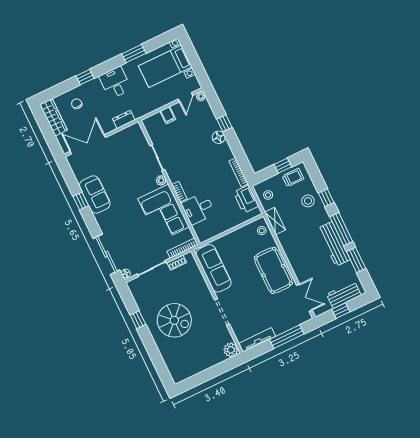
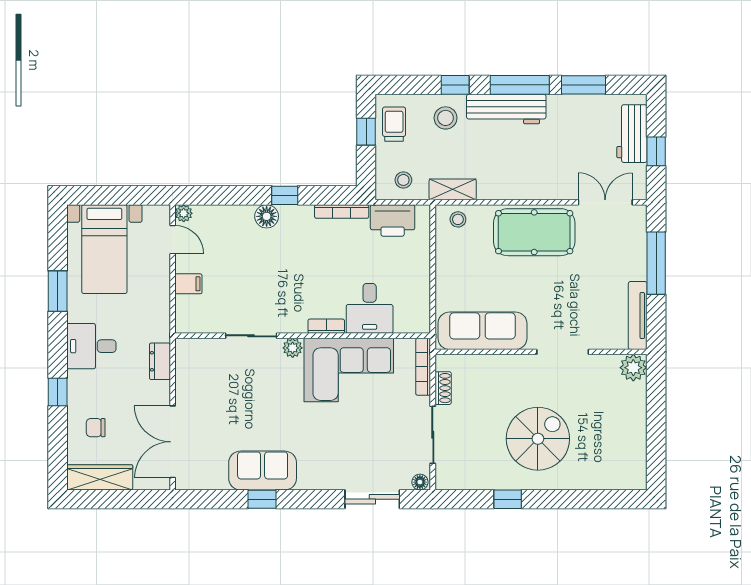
window: (224, 123) -> (285, 195), moved
workbench: (334, 244) -> (506, 109), moved
sliding door: (106, 254) -> (372, 499), width x0.73

